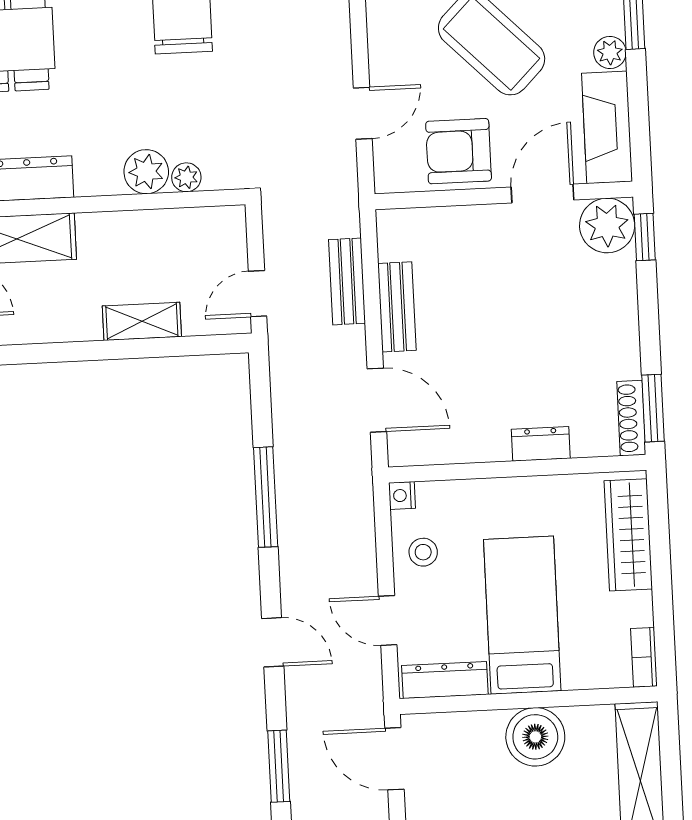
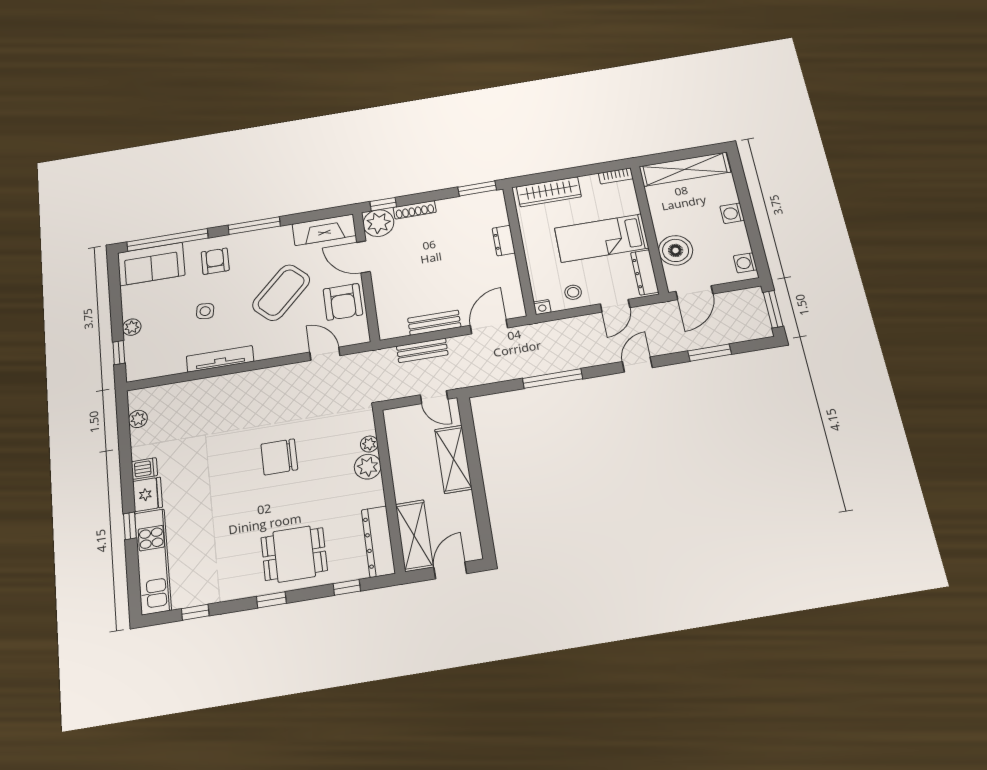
plant: (610, 52) -> (283, 233), removed
shelving: (142, 321) -> (453, 459), width x1.50, depth x1.33
shoe rack: (631, 418) -> (415, 210), moved
boiler: (535, 737) -> (676, 250), moved

